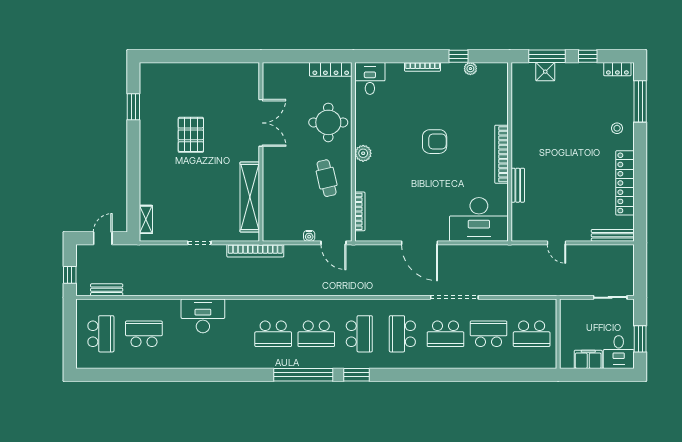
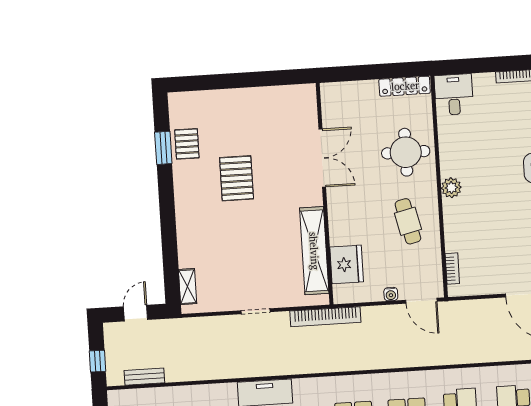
pallet: (153, 105) -> (187, 144), added
fridge: (275, 210) -> (347, 264), added
bookcase: (360, 211) -> (452, 269), width x0.64

